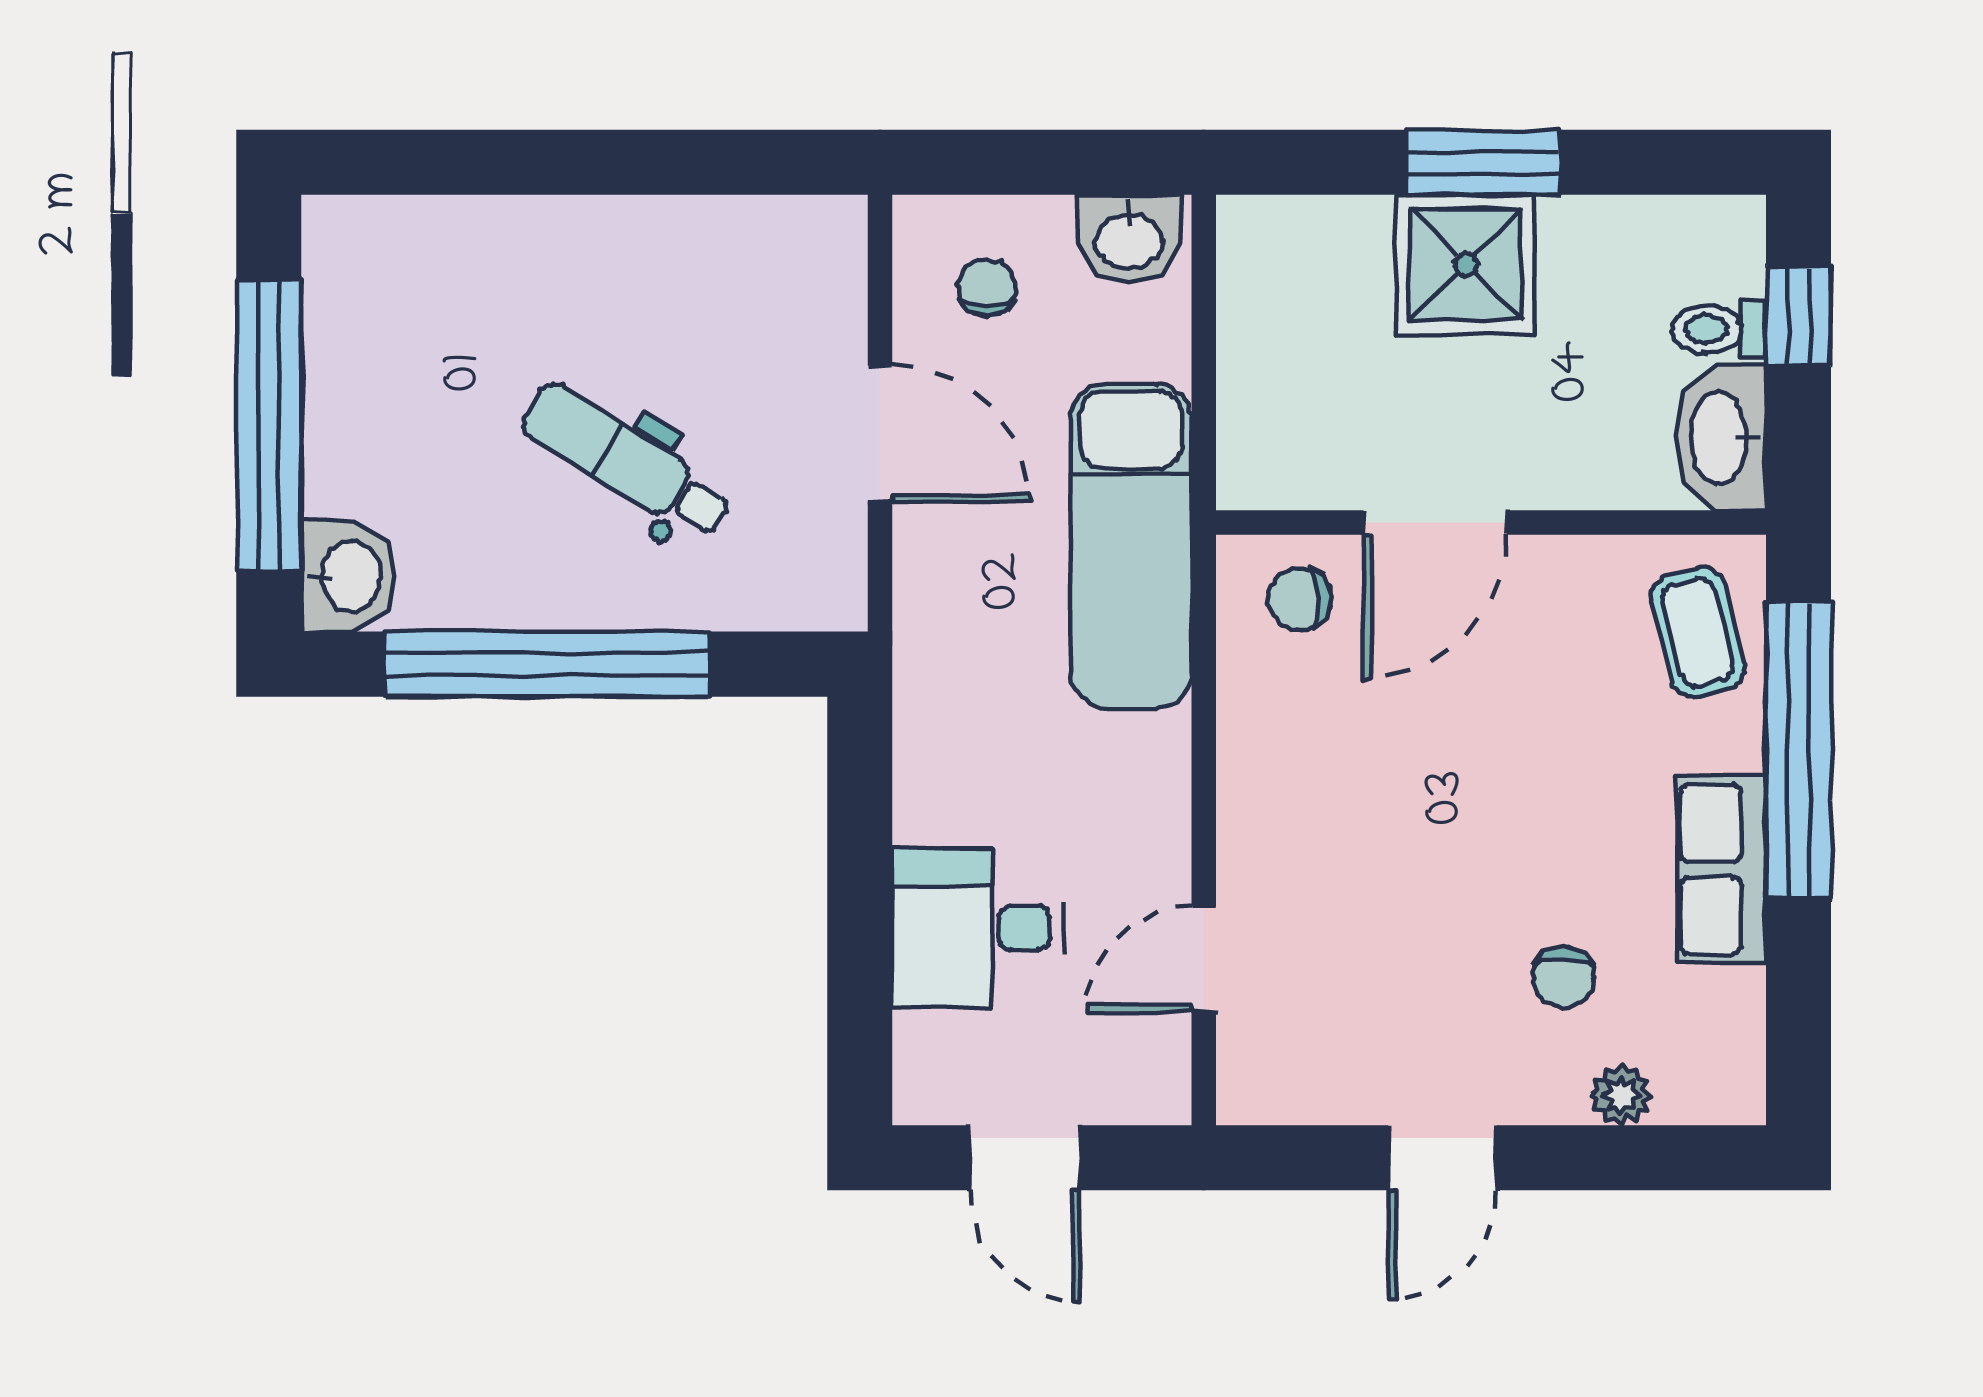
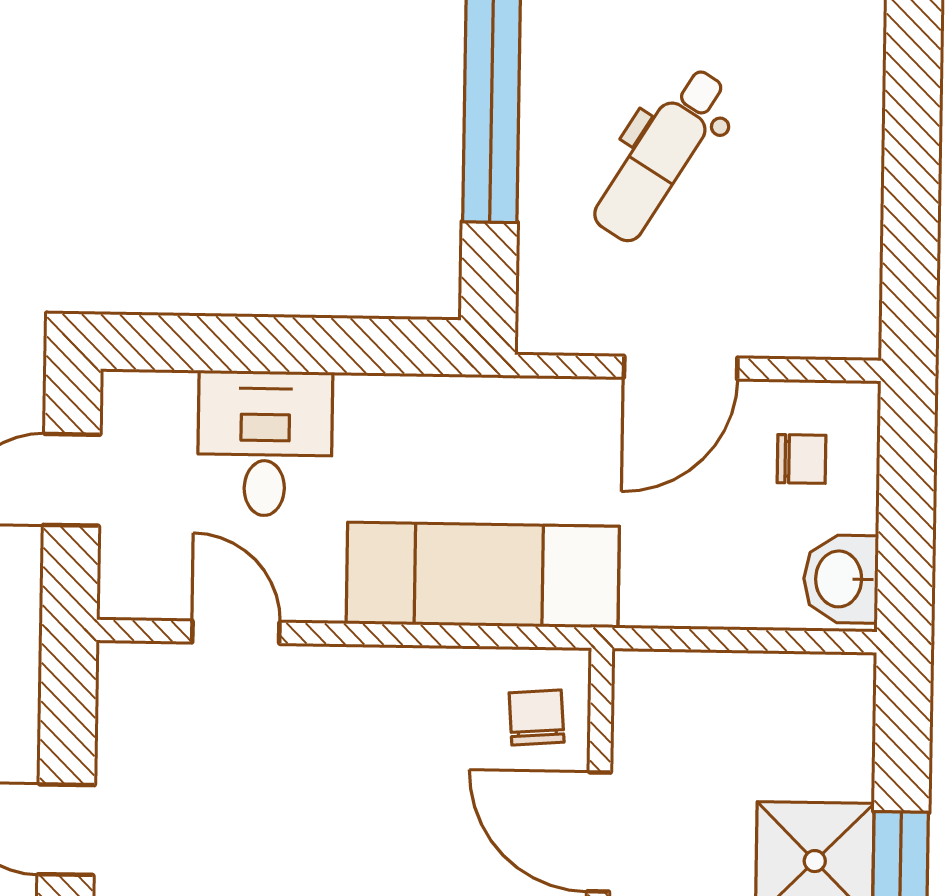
dental chair: (626, 461) -> (661, 155), turned 180
exam couch: (1131, 546) -> (483, 575), moved

